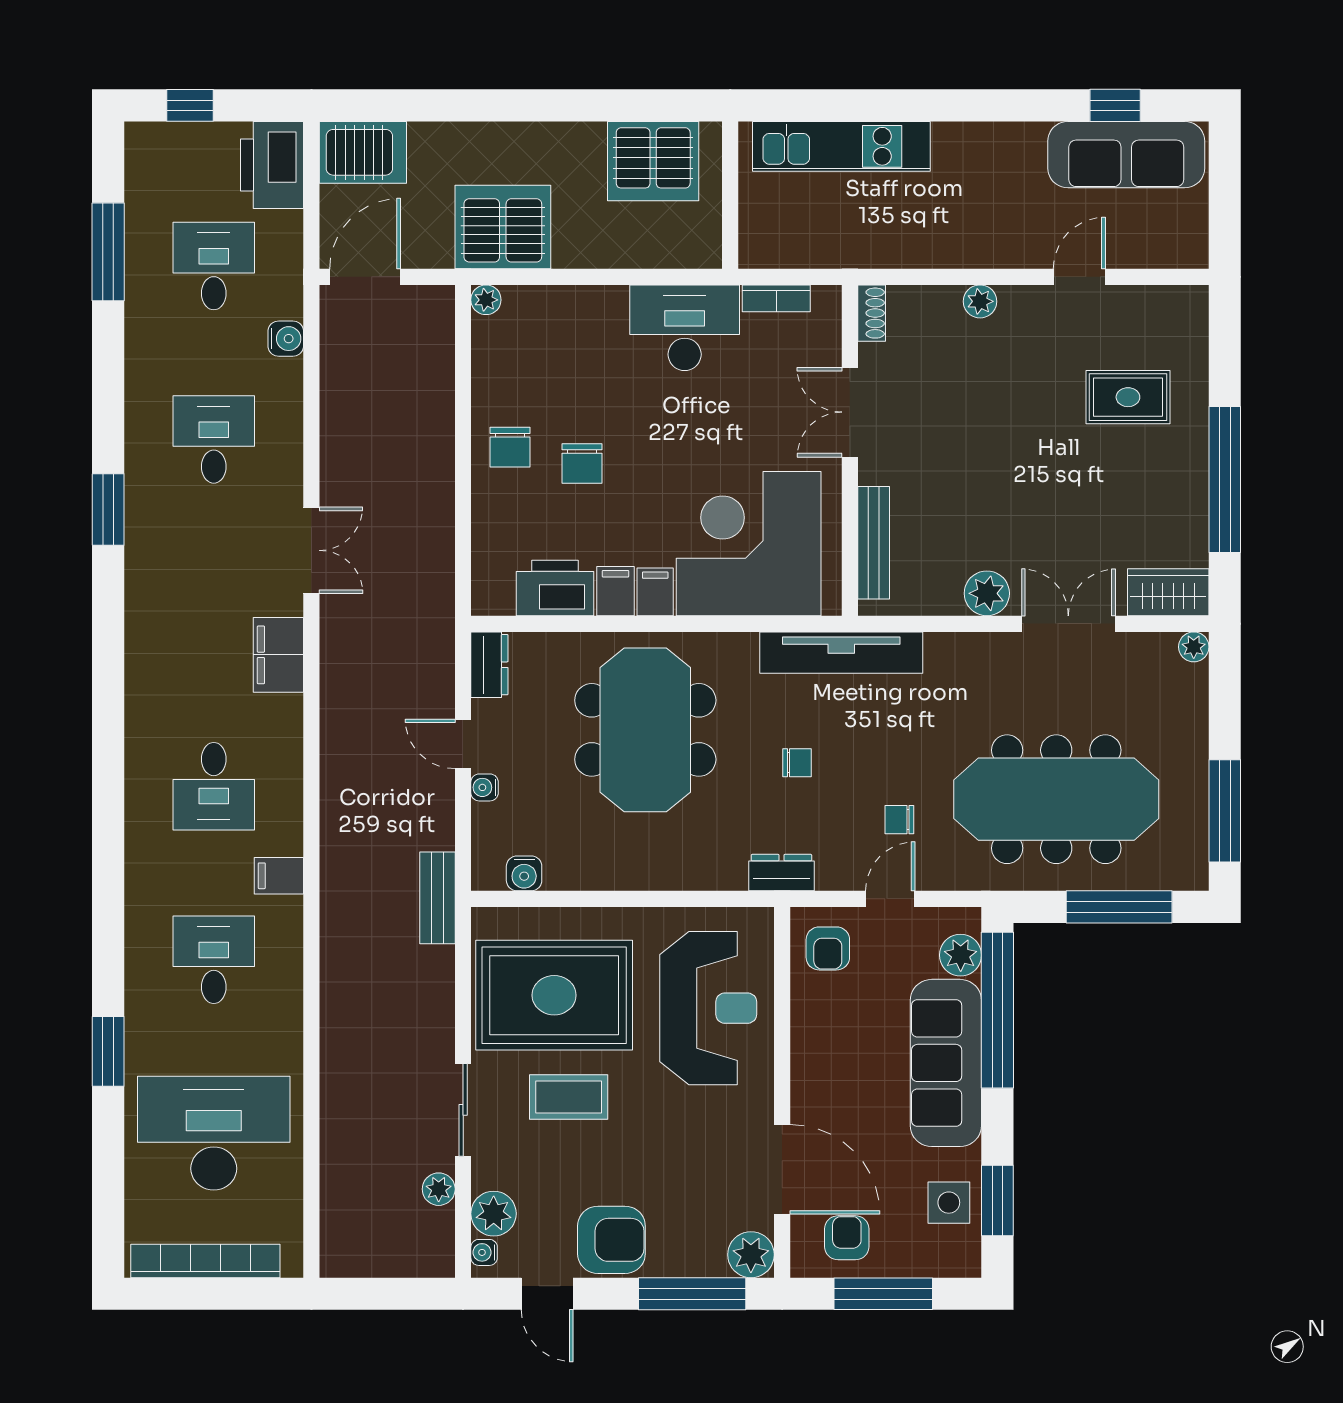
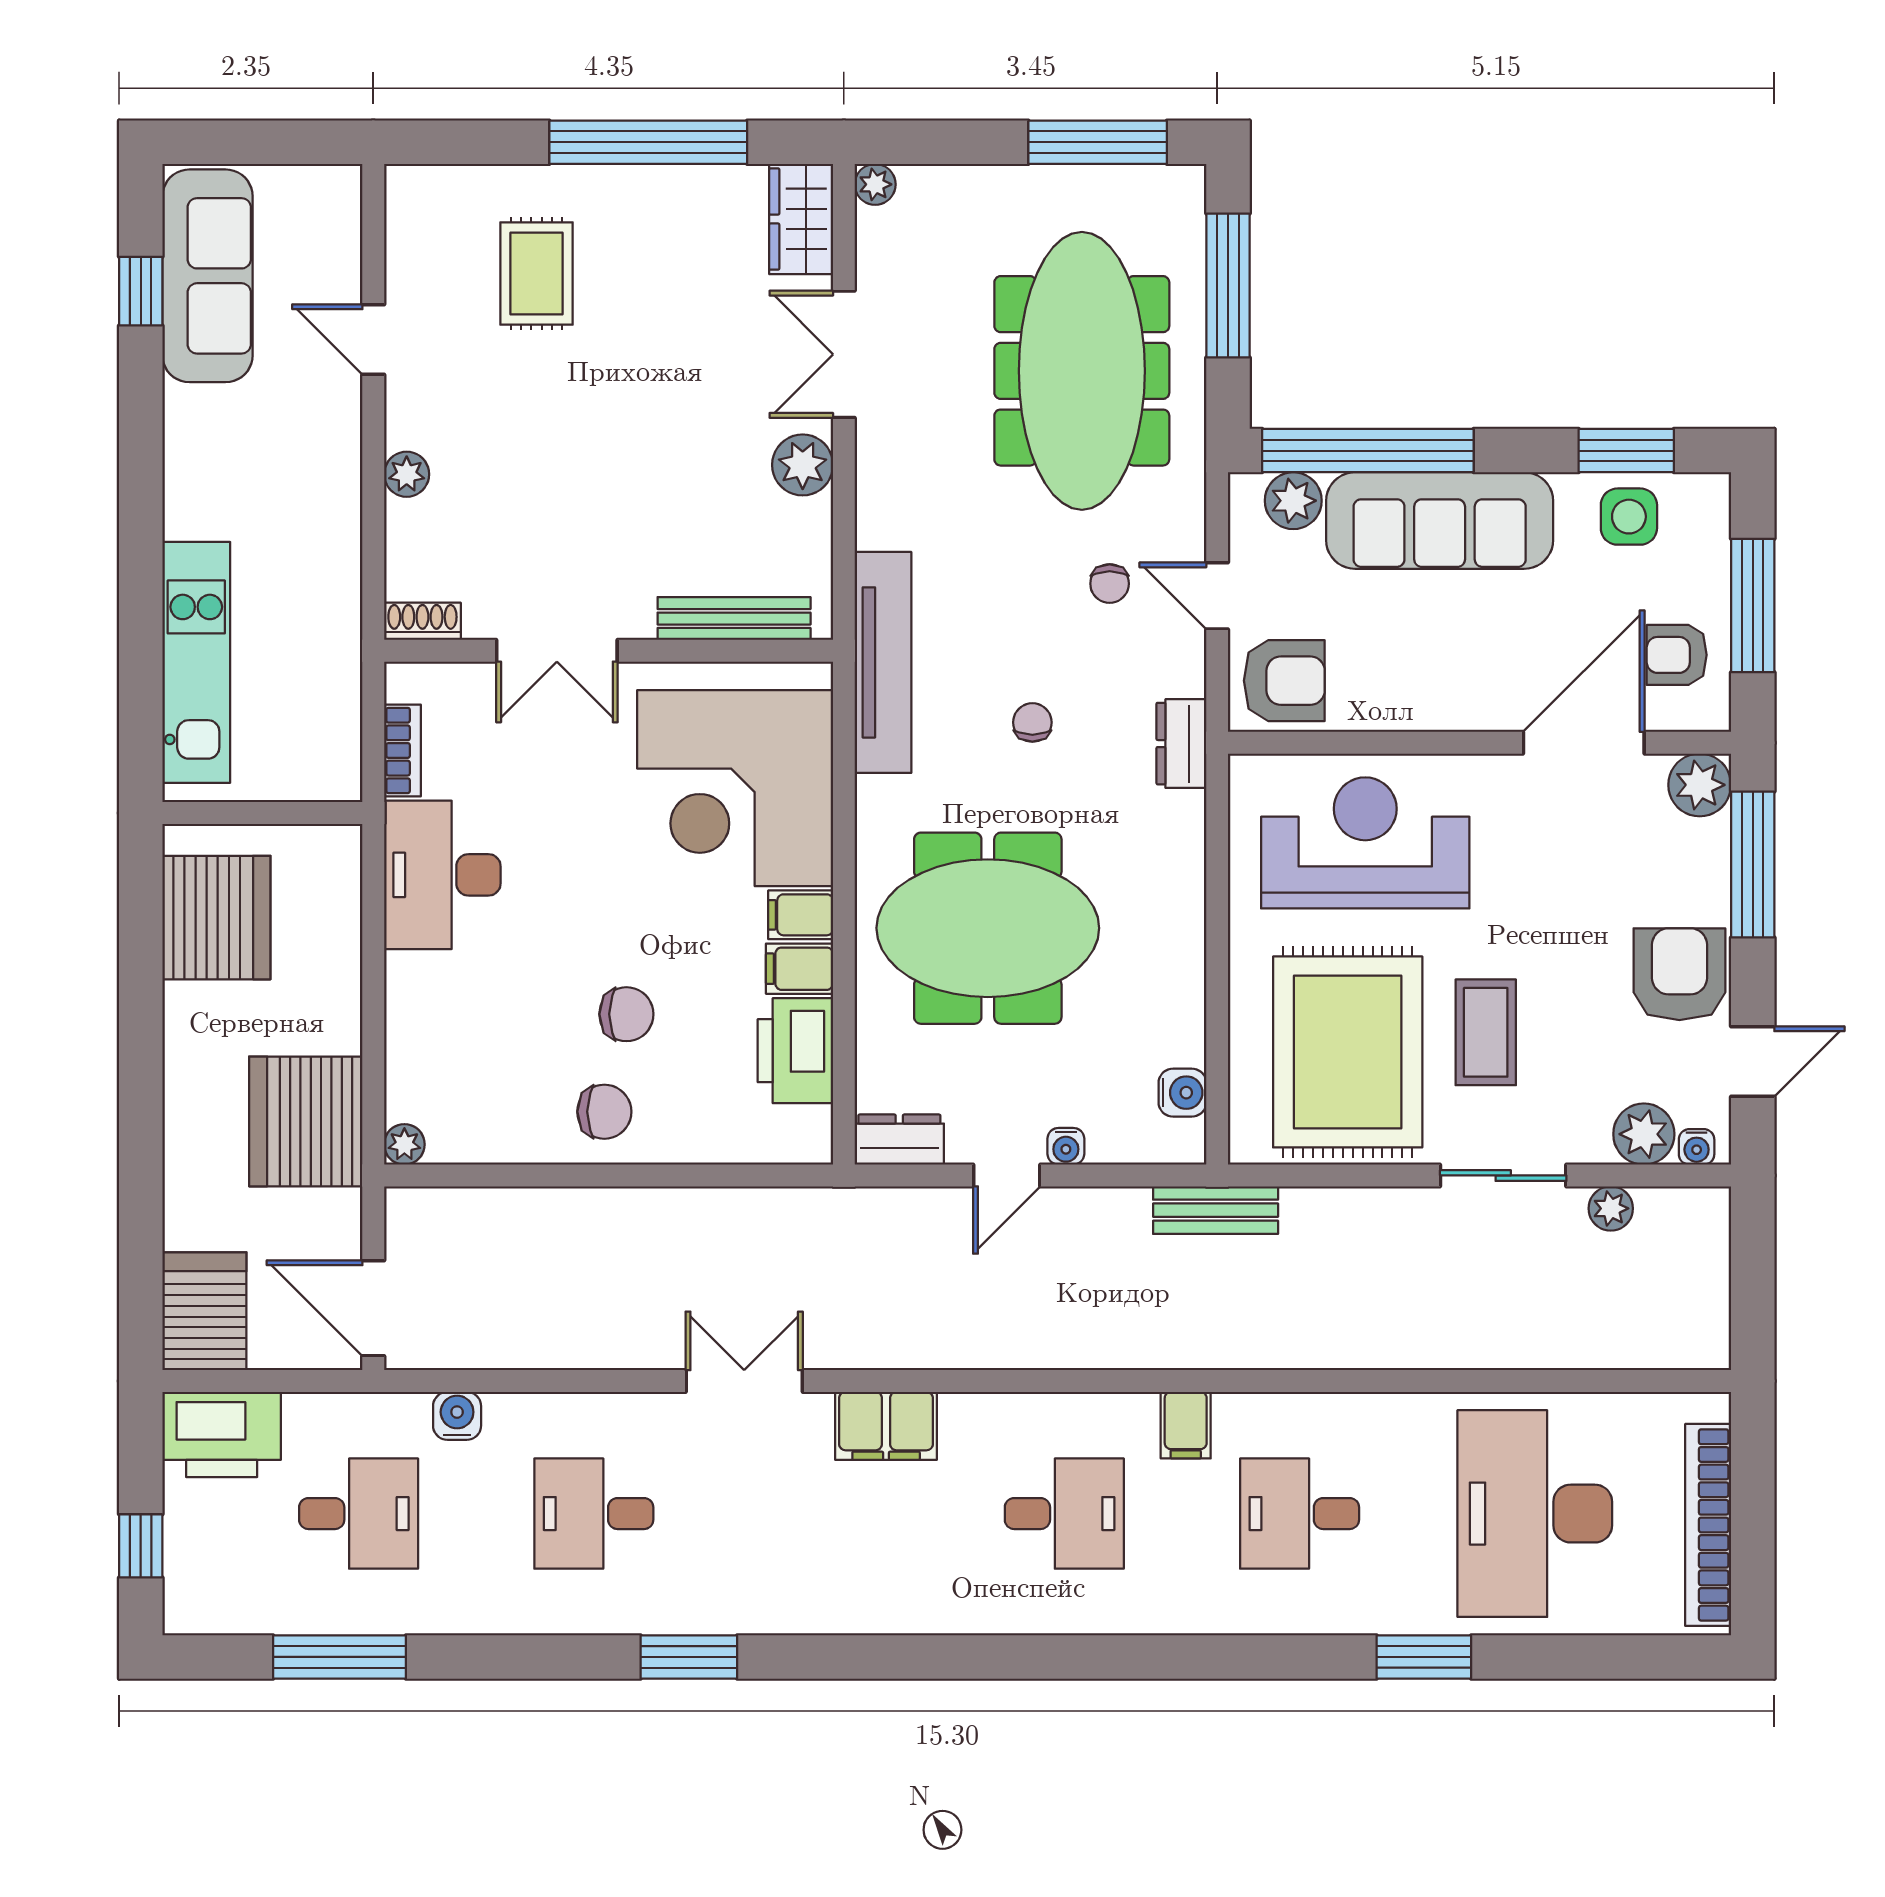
desk: (214, 266) -> (359, 1514), turned 180
armchair: (828, 948) -> (1284, 681), width x1.38, depth x1.38

